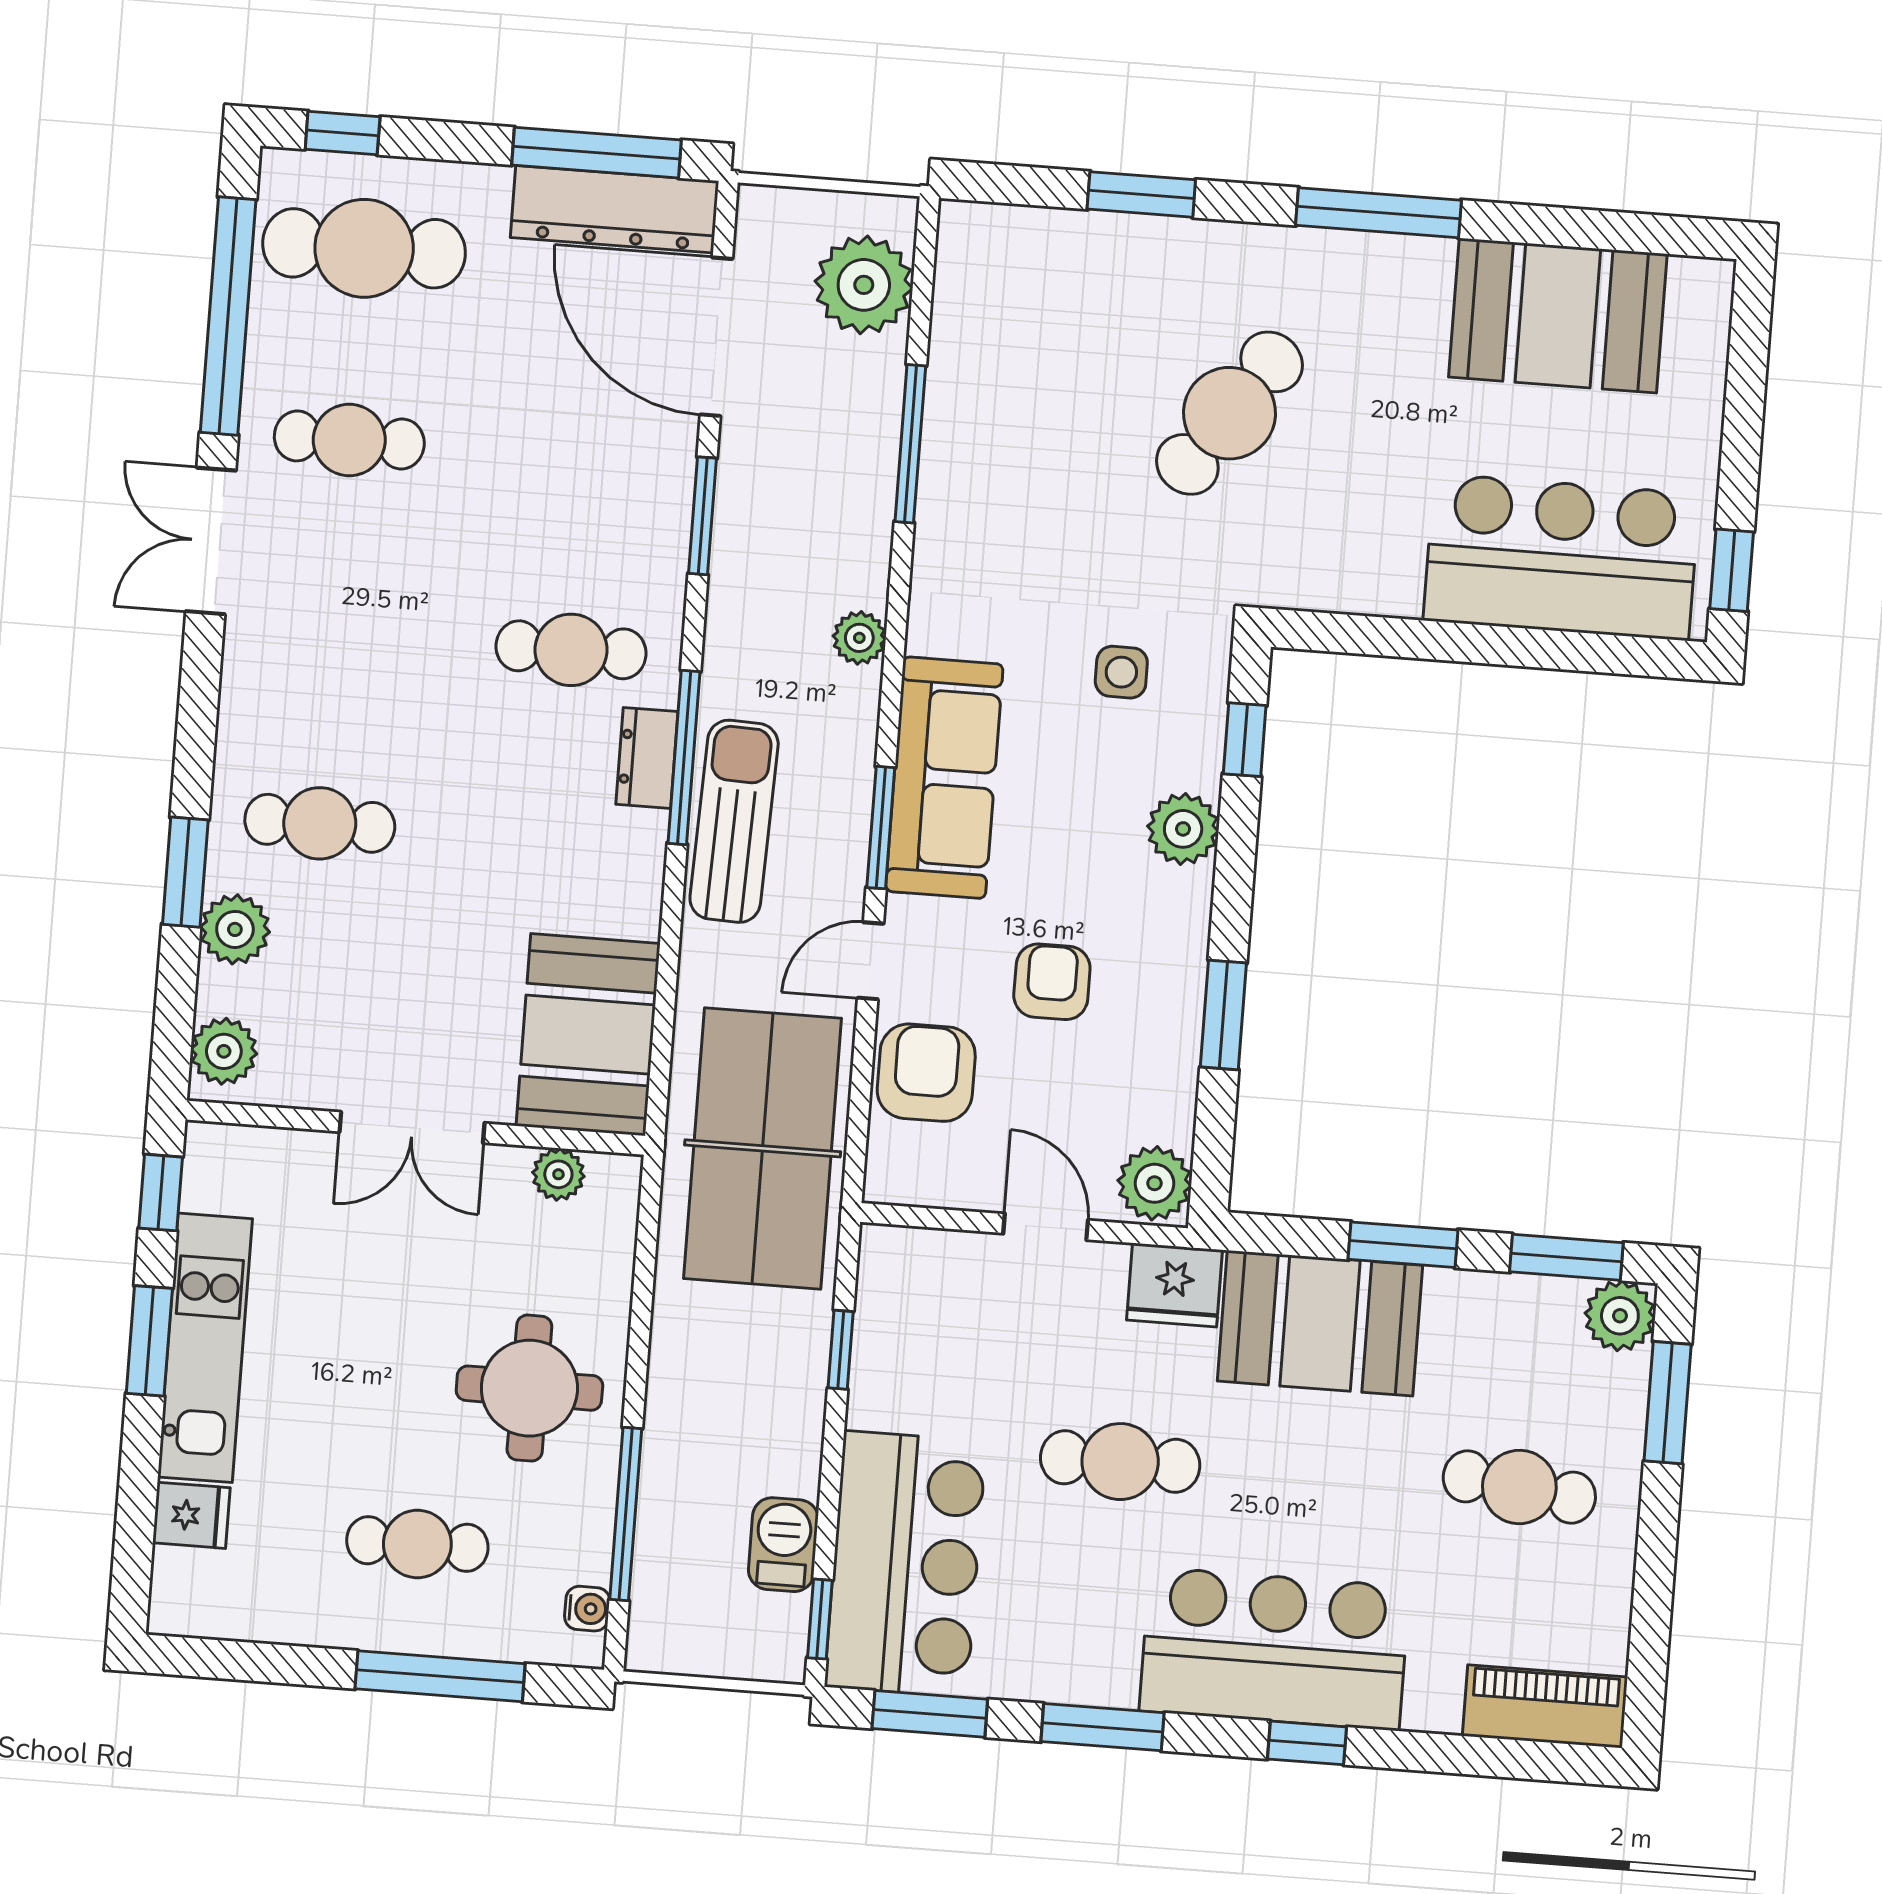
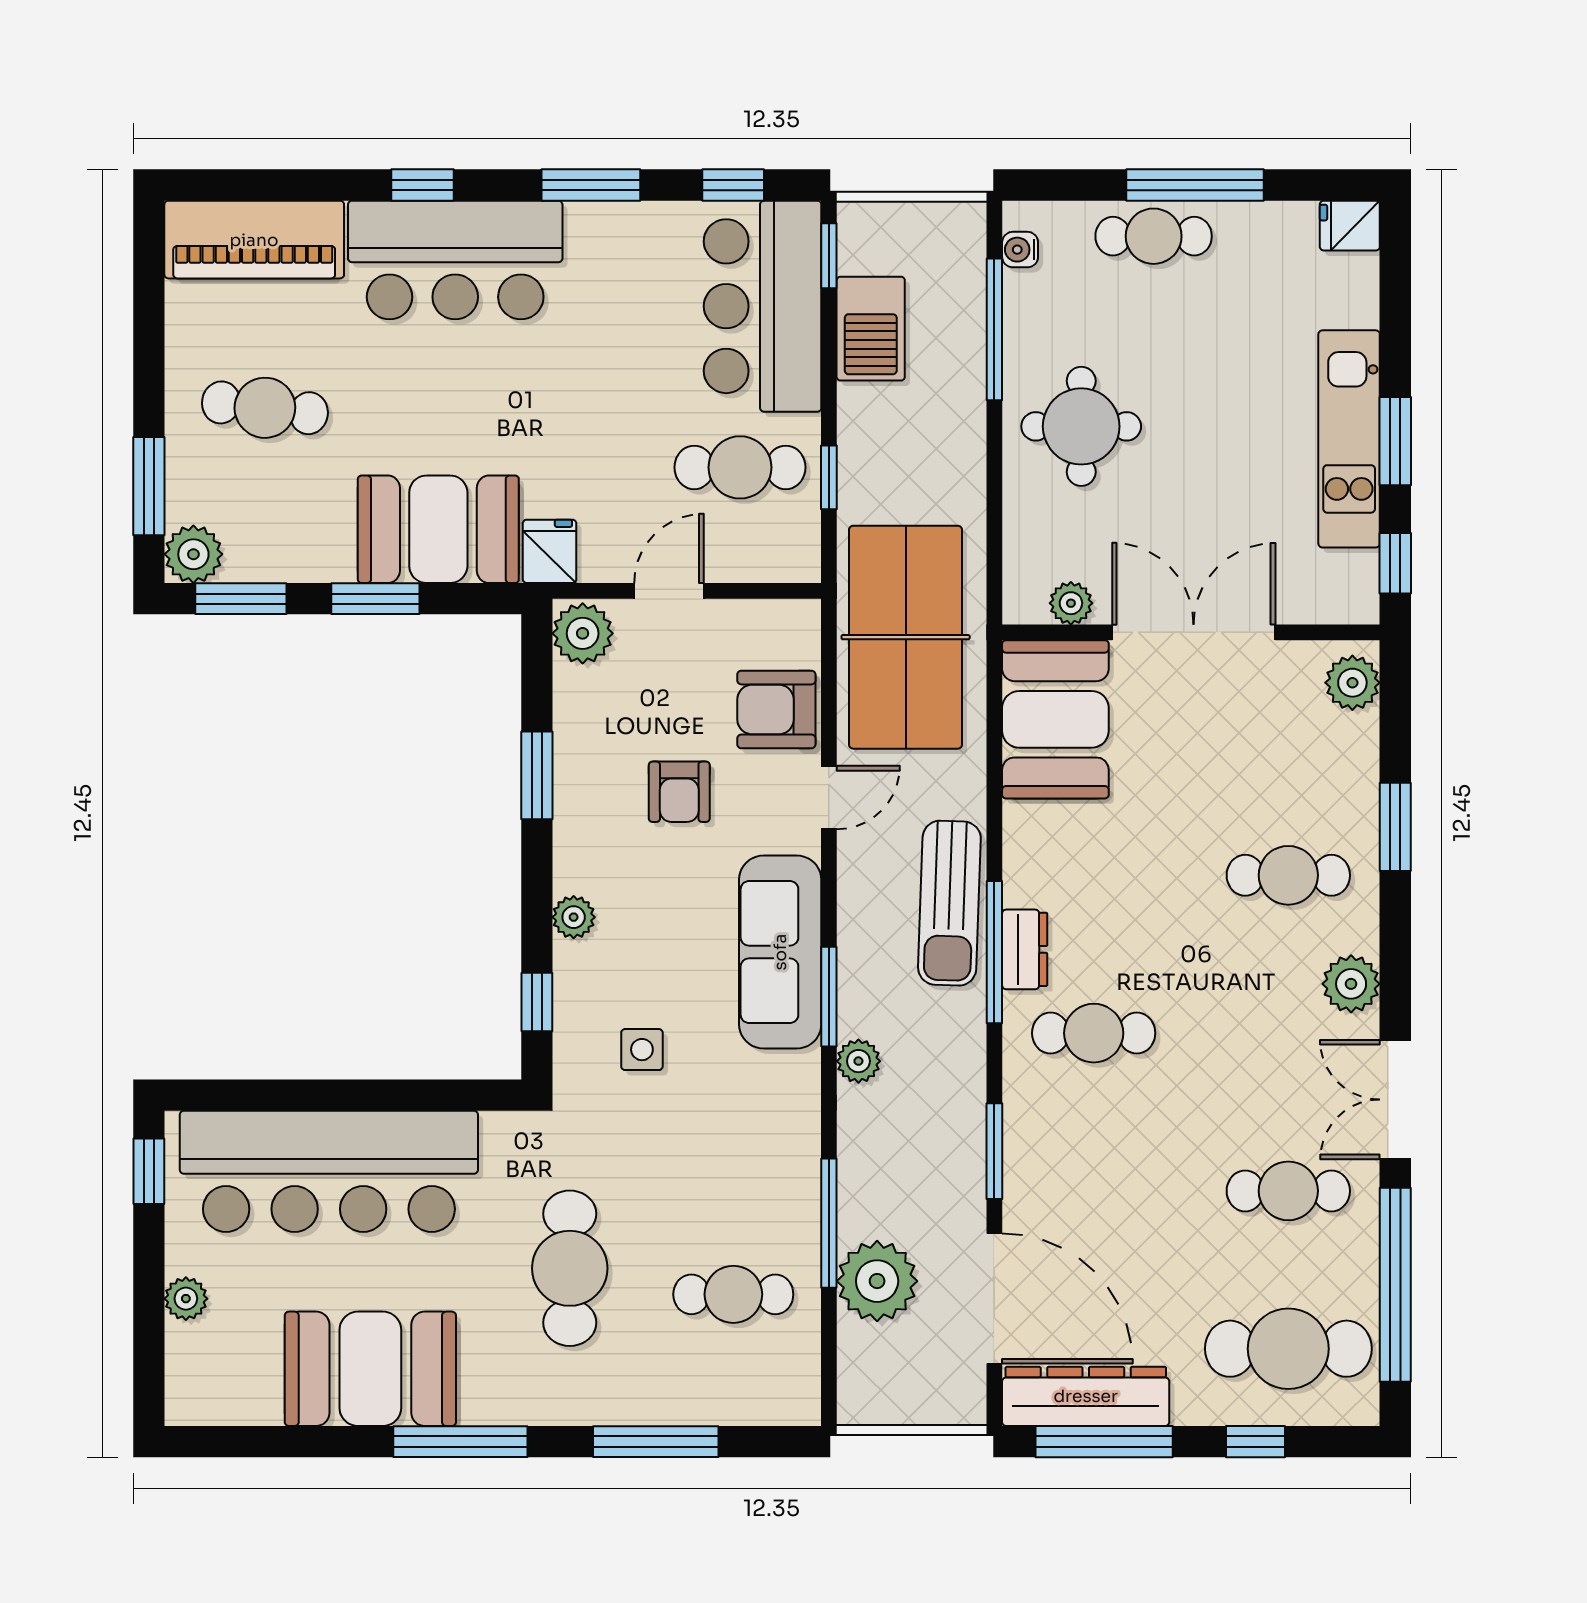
window: (343, 133) -> (1255, 1442), moved
window: (1141, 194) -> (656, 1442), width x1.44
plant: (864, 285) -> (877, 1281), moved
booth: (1558, 316) -> (370, 1369), moved
cafe table: (1033, 366) -> (733, 1294), added
plant: (1699, 412) -> (186, 1299), added
cafe table: (1229, 413) -> (570, 1268), turned -35
double door: (211, 541) -> (1395, 1100), swing flipped
bar counter: (1561, 557) -> (329, 1171), width x1.36
window: (881, 828) -> (829, 997), moved
plant: (1183, 829) -> (574, 917), width x0.73, depth x0.73
plant: (235, 929) -> (1351, 984), moved
armchair: (926, 1073) -> (776, 709), turned 90
double door: (412, 1127) -> (1194, 632), width x1.37
door: (1046, 1227) -> (669, 591), swing flipped
fridge: (1175, 1285) -> (550, 551), width x0.72
cafe table: (1120, 1462) -> (740, 467), moved
fridge: (191, 1515) -> (1350, 226), moved
cafe table: (417, 1544) -> (1154, 236), moved
barbecue: (783, 1545) -> (871, 329), width x1.38, depth x1.27
window: (440, 1676) -> (1195, 185), moved
piano: (1545, 1706) -> (254, 240), width x1.37, depth x1.33
window: (930, 1714) -> (733, 185), width x0.67

